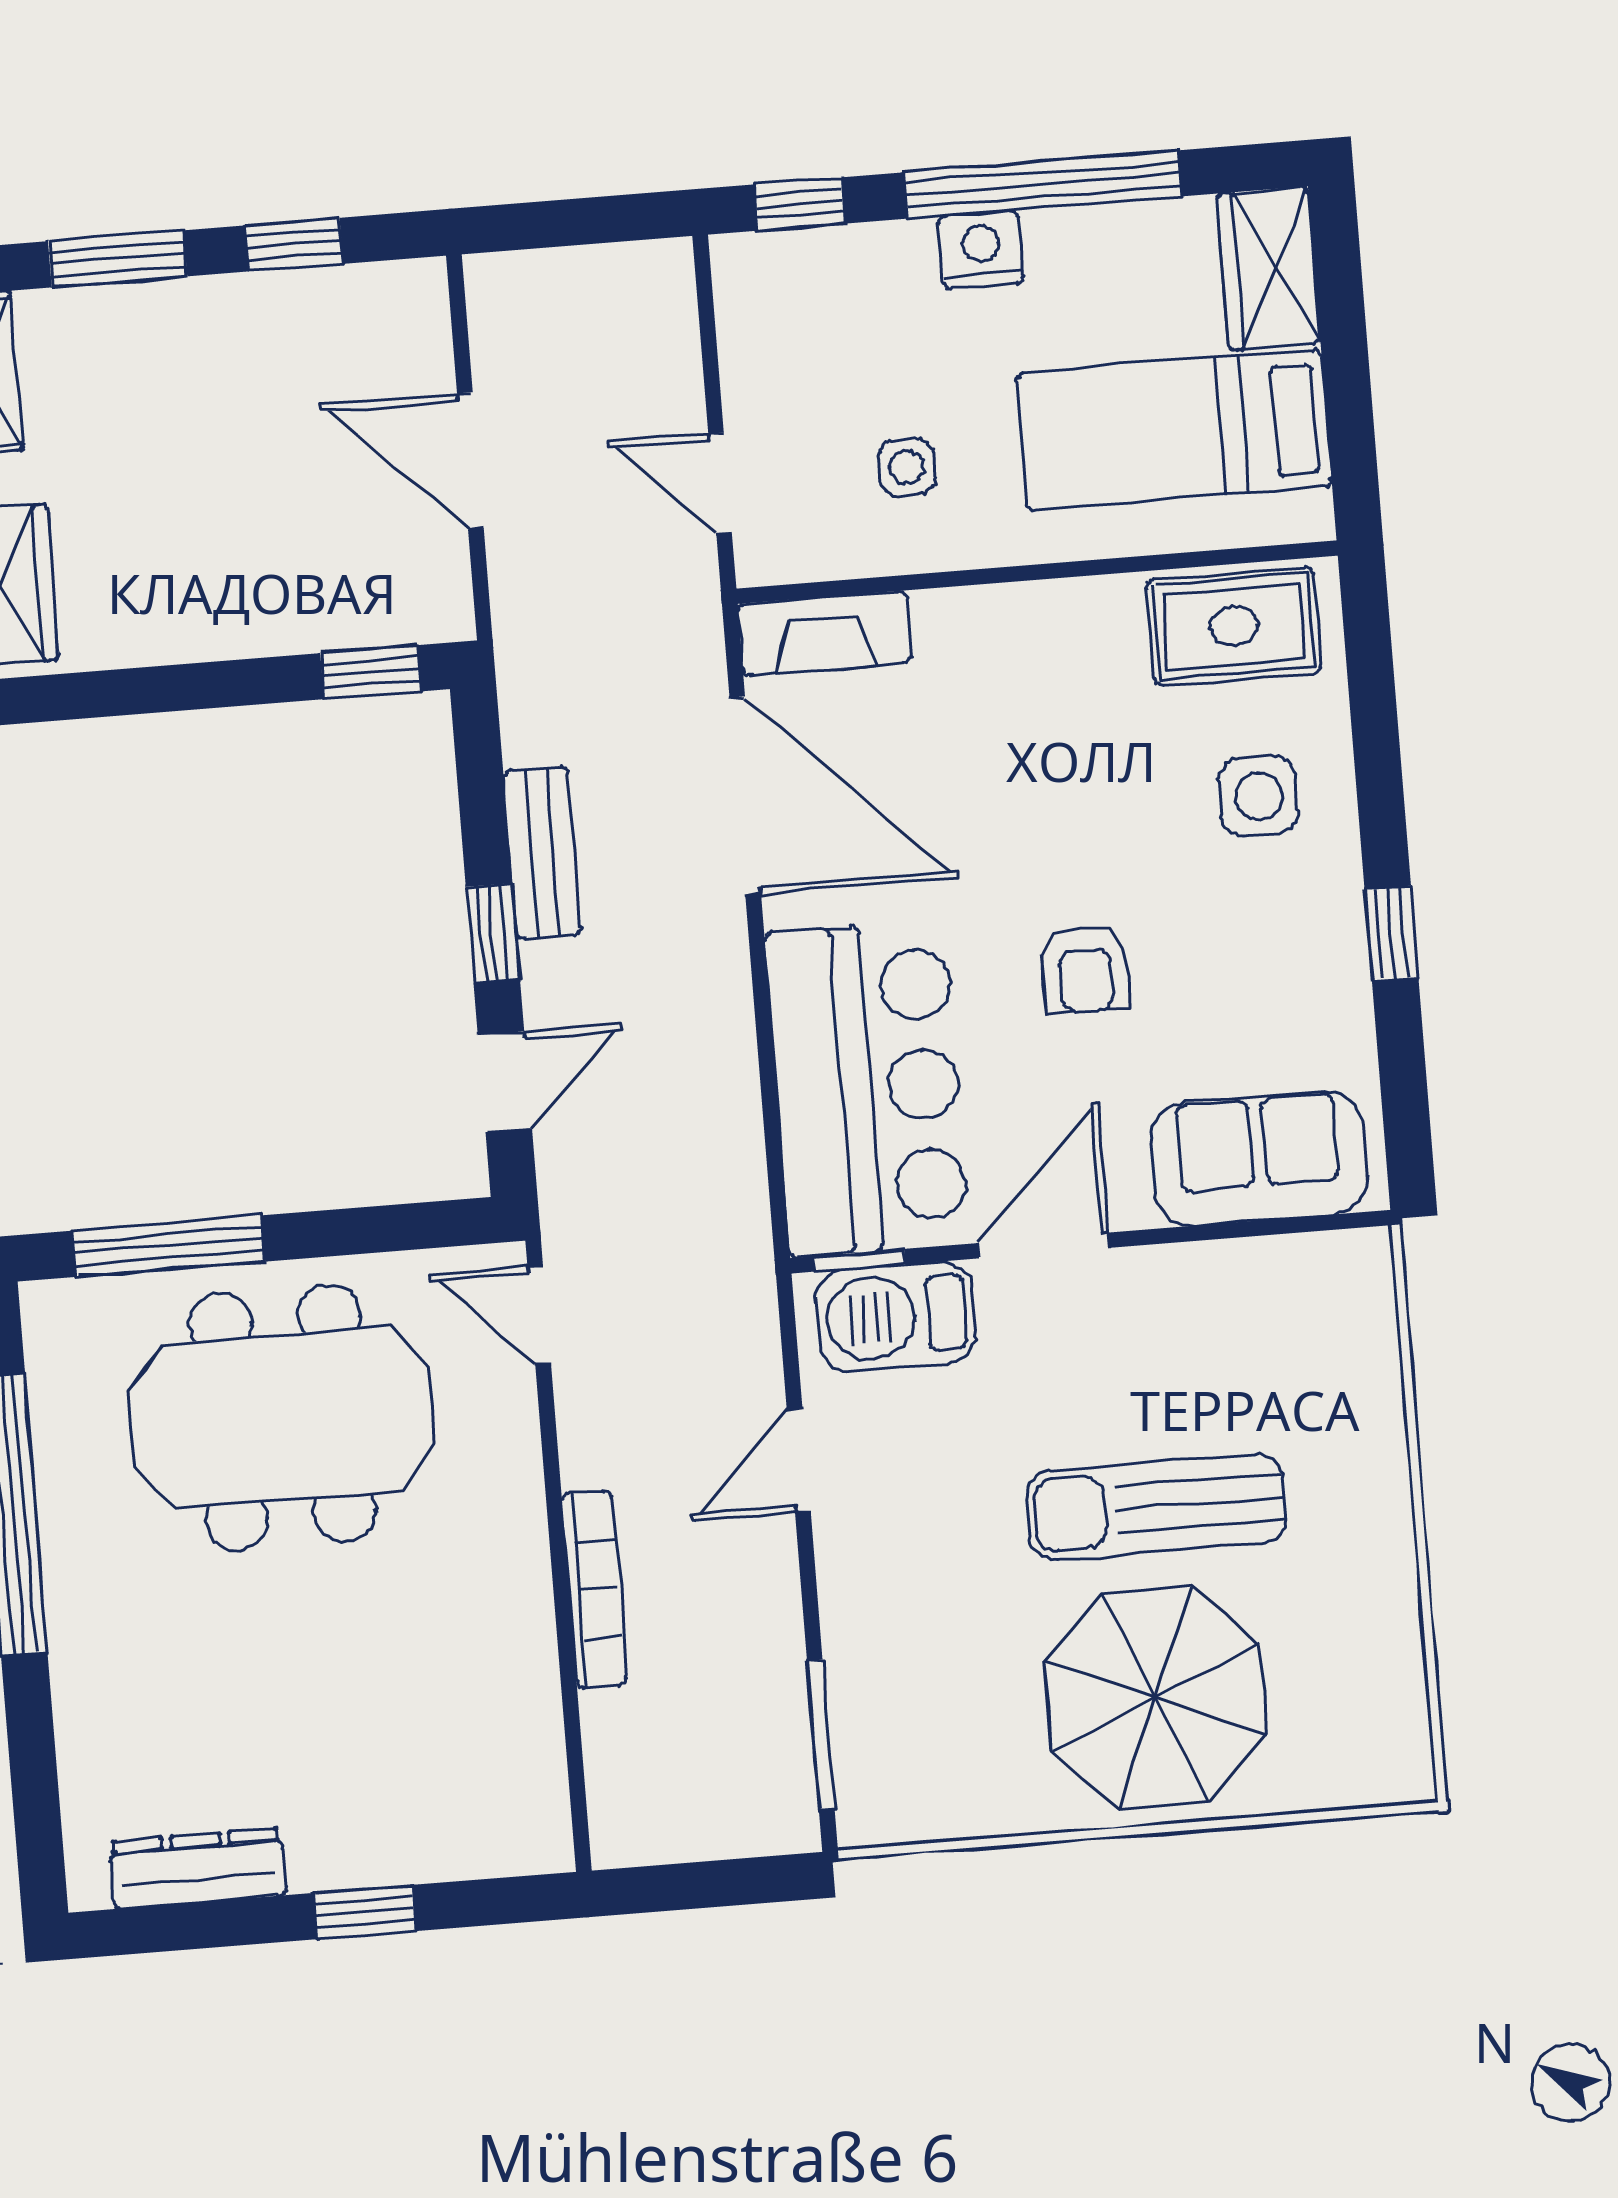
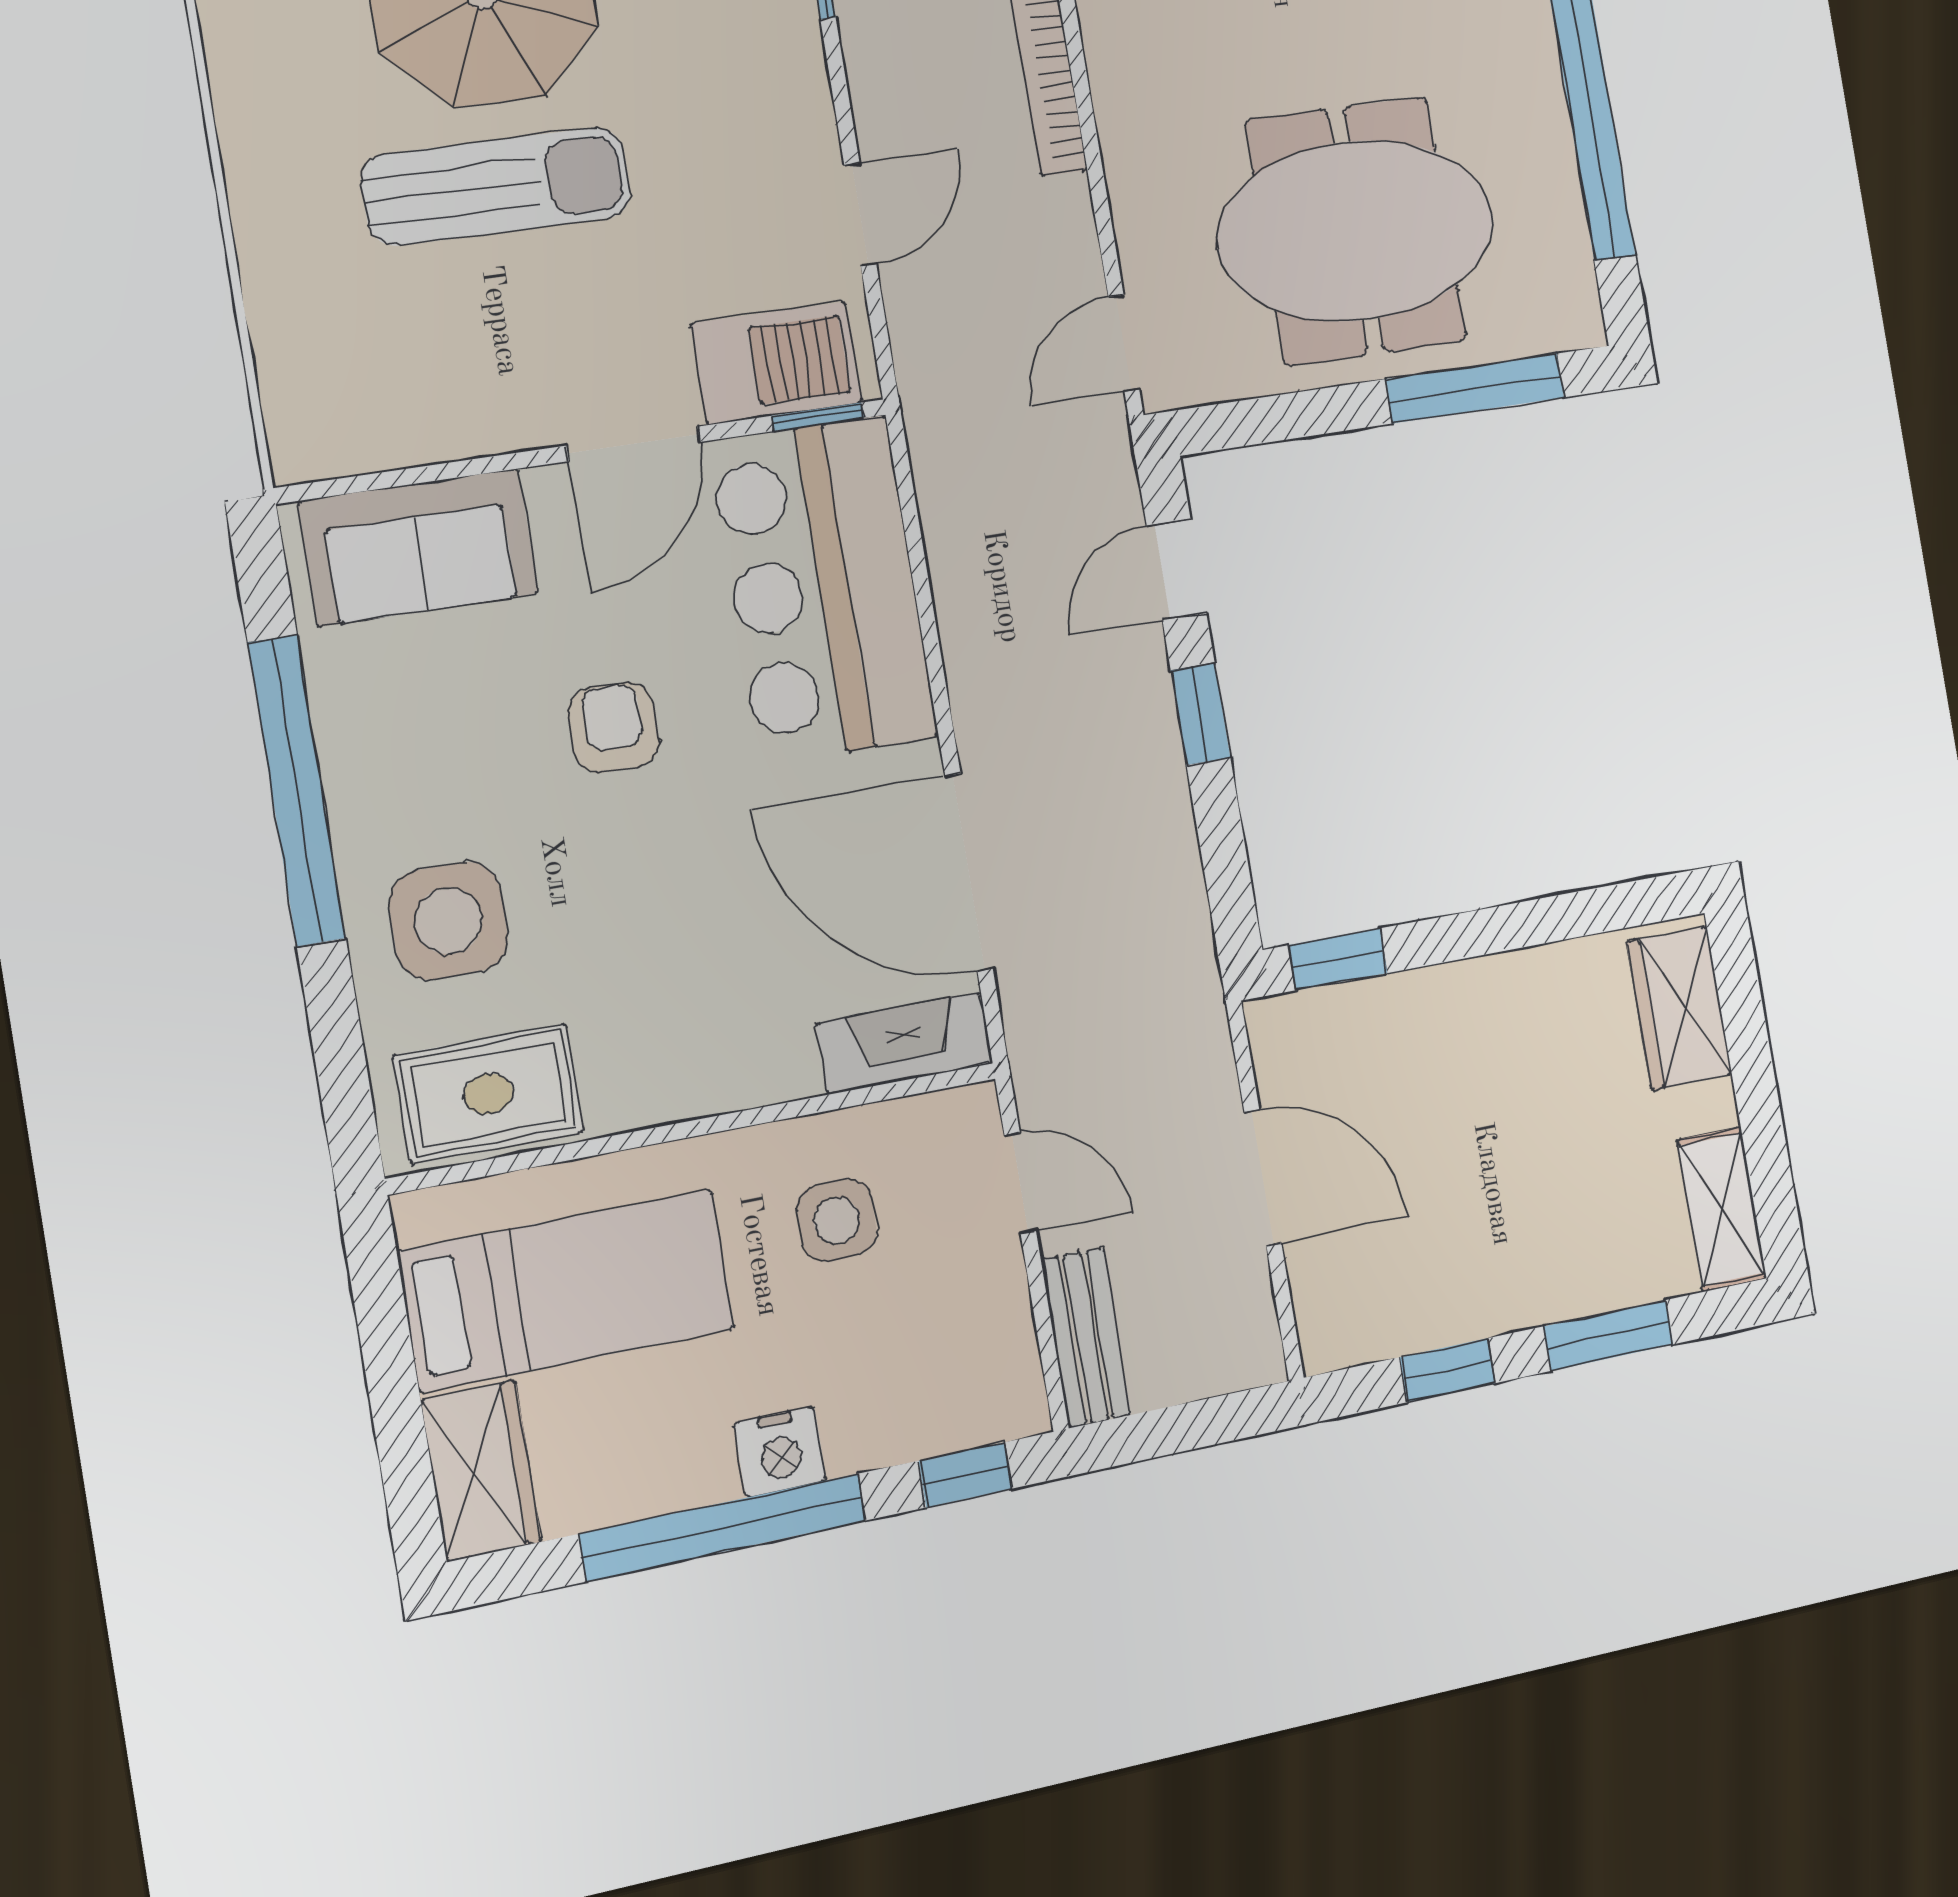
side table: (907, 467) -> (837, 1220), width x1.37, depth x1.37
side table: (1259, 796) -> (448, 921), width x1.37, depth x1.37
bench: (542, 852) -> (1086, 1337), moved
window: (1391, 934) -> (297, 790), width x3.17
door: (539, 1315) -> (1124, 343), swing flipped

